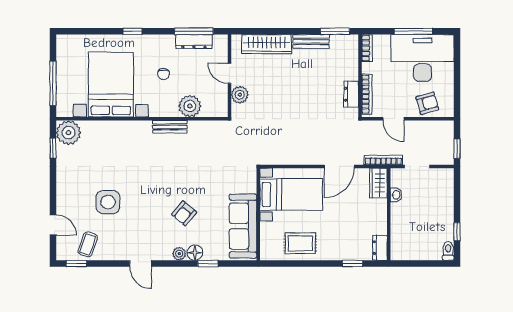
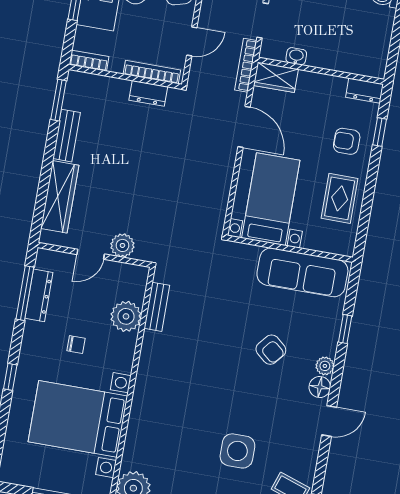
bench: (170, 127) -> (157, 307), moved
armchair: (342, 241) -> (347, 141), added
floor lamp: (195, 253) -> (320, 387), moved

